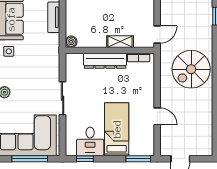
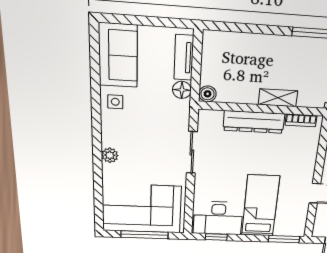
floor lamp: (54, 40) -> (182, 90), added
sliding door: (63, 98) -> (192, 153), moved
desk: (90, 142) -> (218, 218), width x1.37

